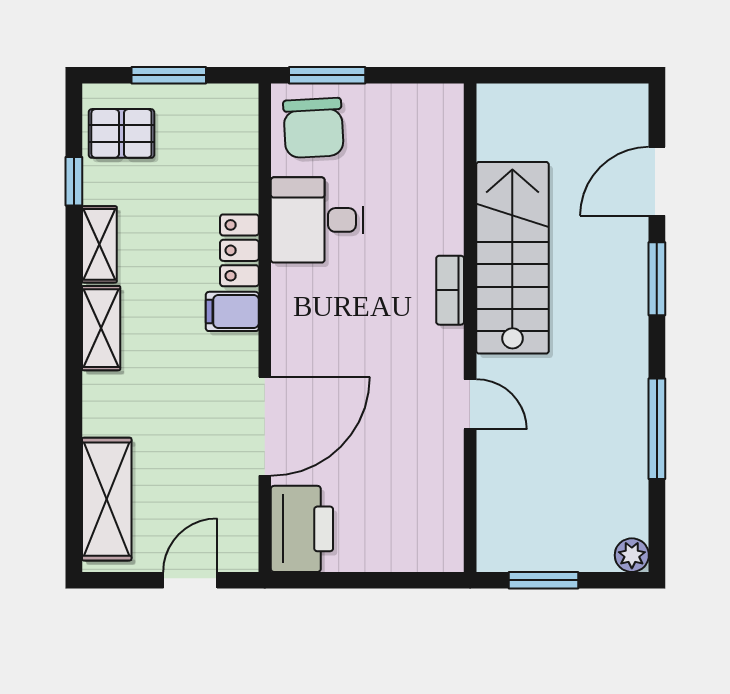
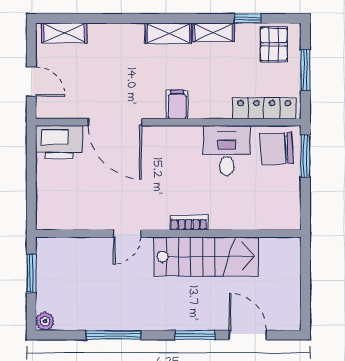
locker: (239, 250) -> (264, 108), moved, width x1.53
shelving: (107, 499) -> (64, 33), width x0.67, depth x0.75

